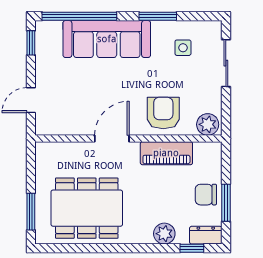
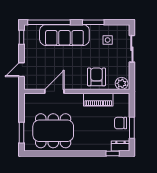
door: (112, 138) -> (54, 91), moved
plant: (164, 234) -> (97, 145), removed

